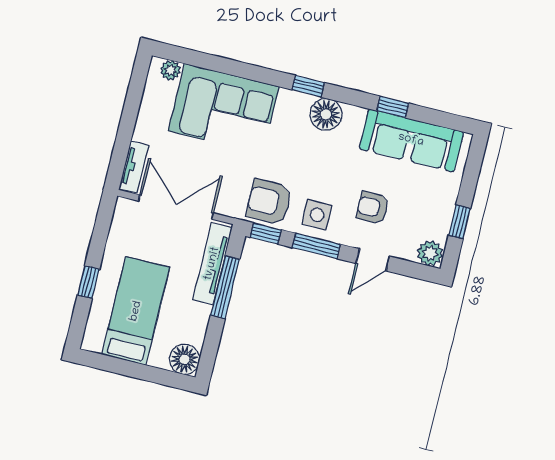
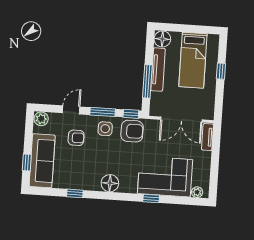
window: (308, 86) -> (151, 198), moved
sofa: (411, 140) -> (42, 161), moved, turned 90
window: (459, 222) -> (27, 163), moved
tv unit: (212, 264) -> (158, 70), moved

